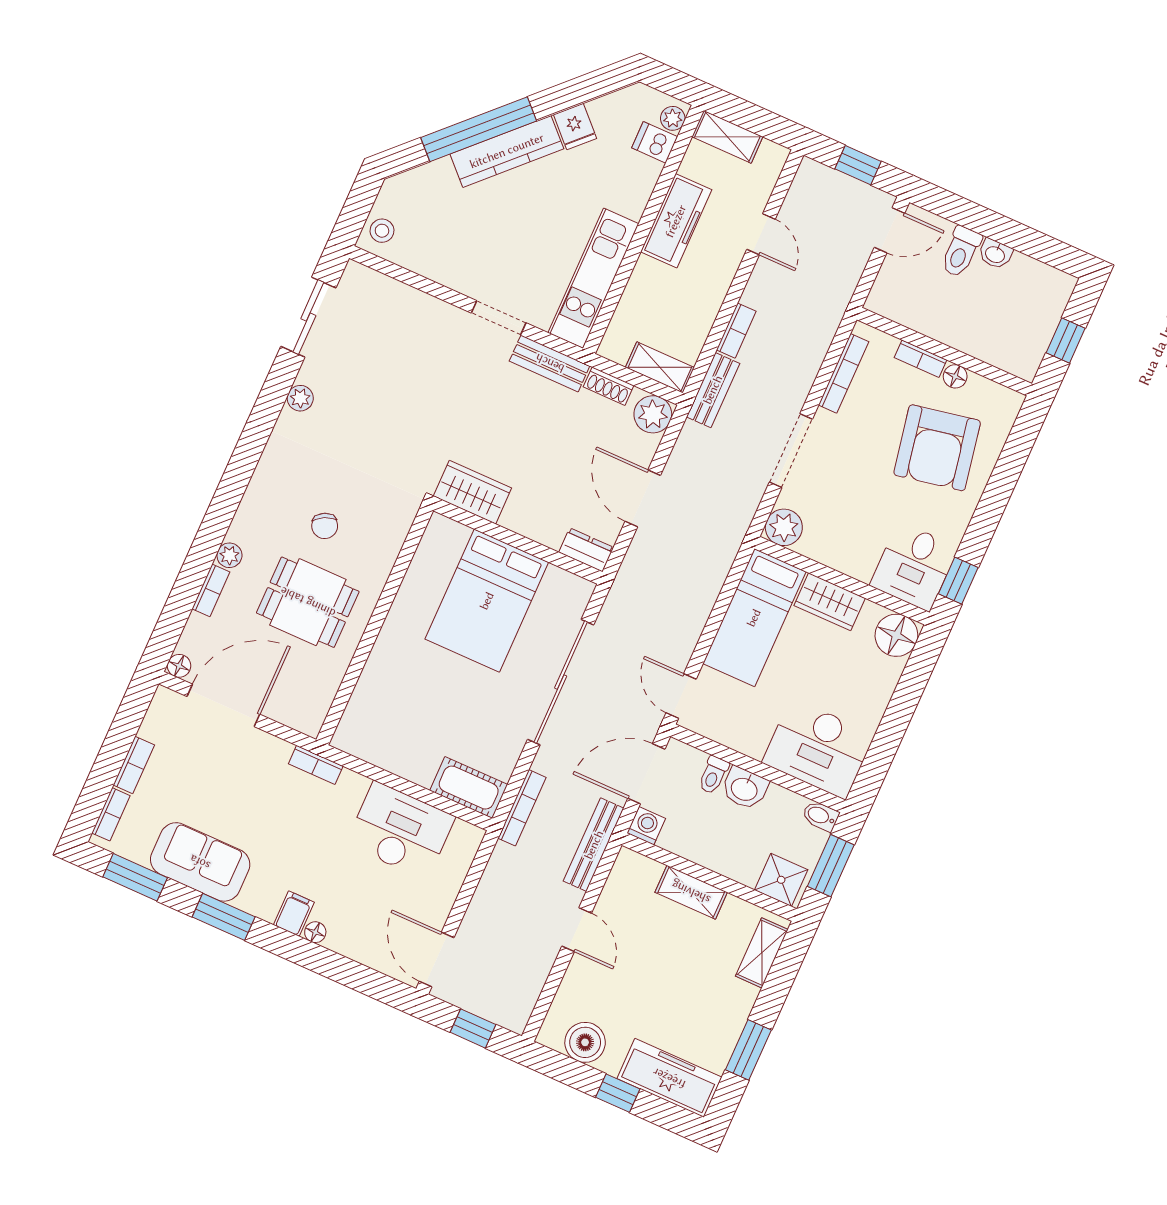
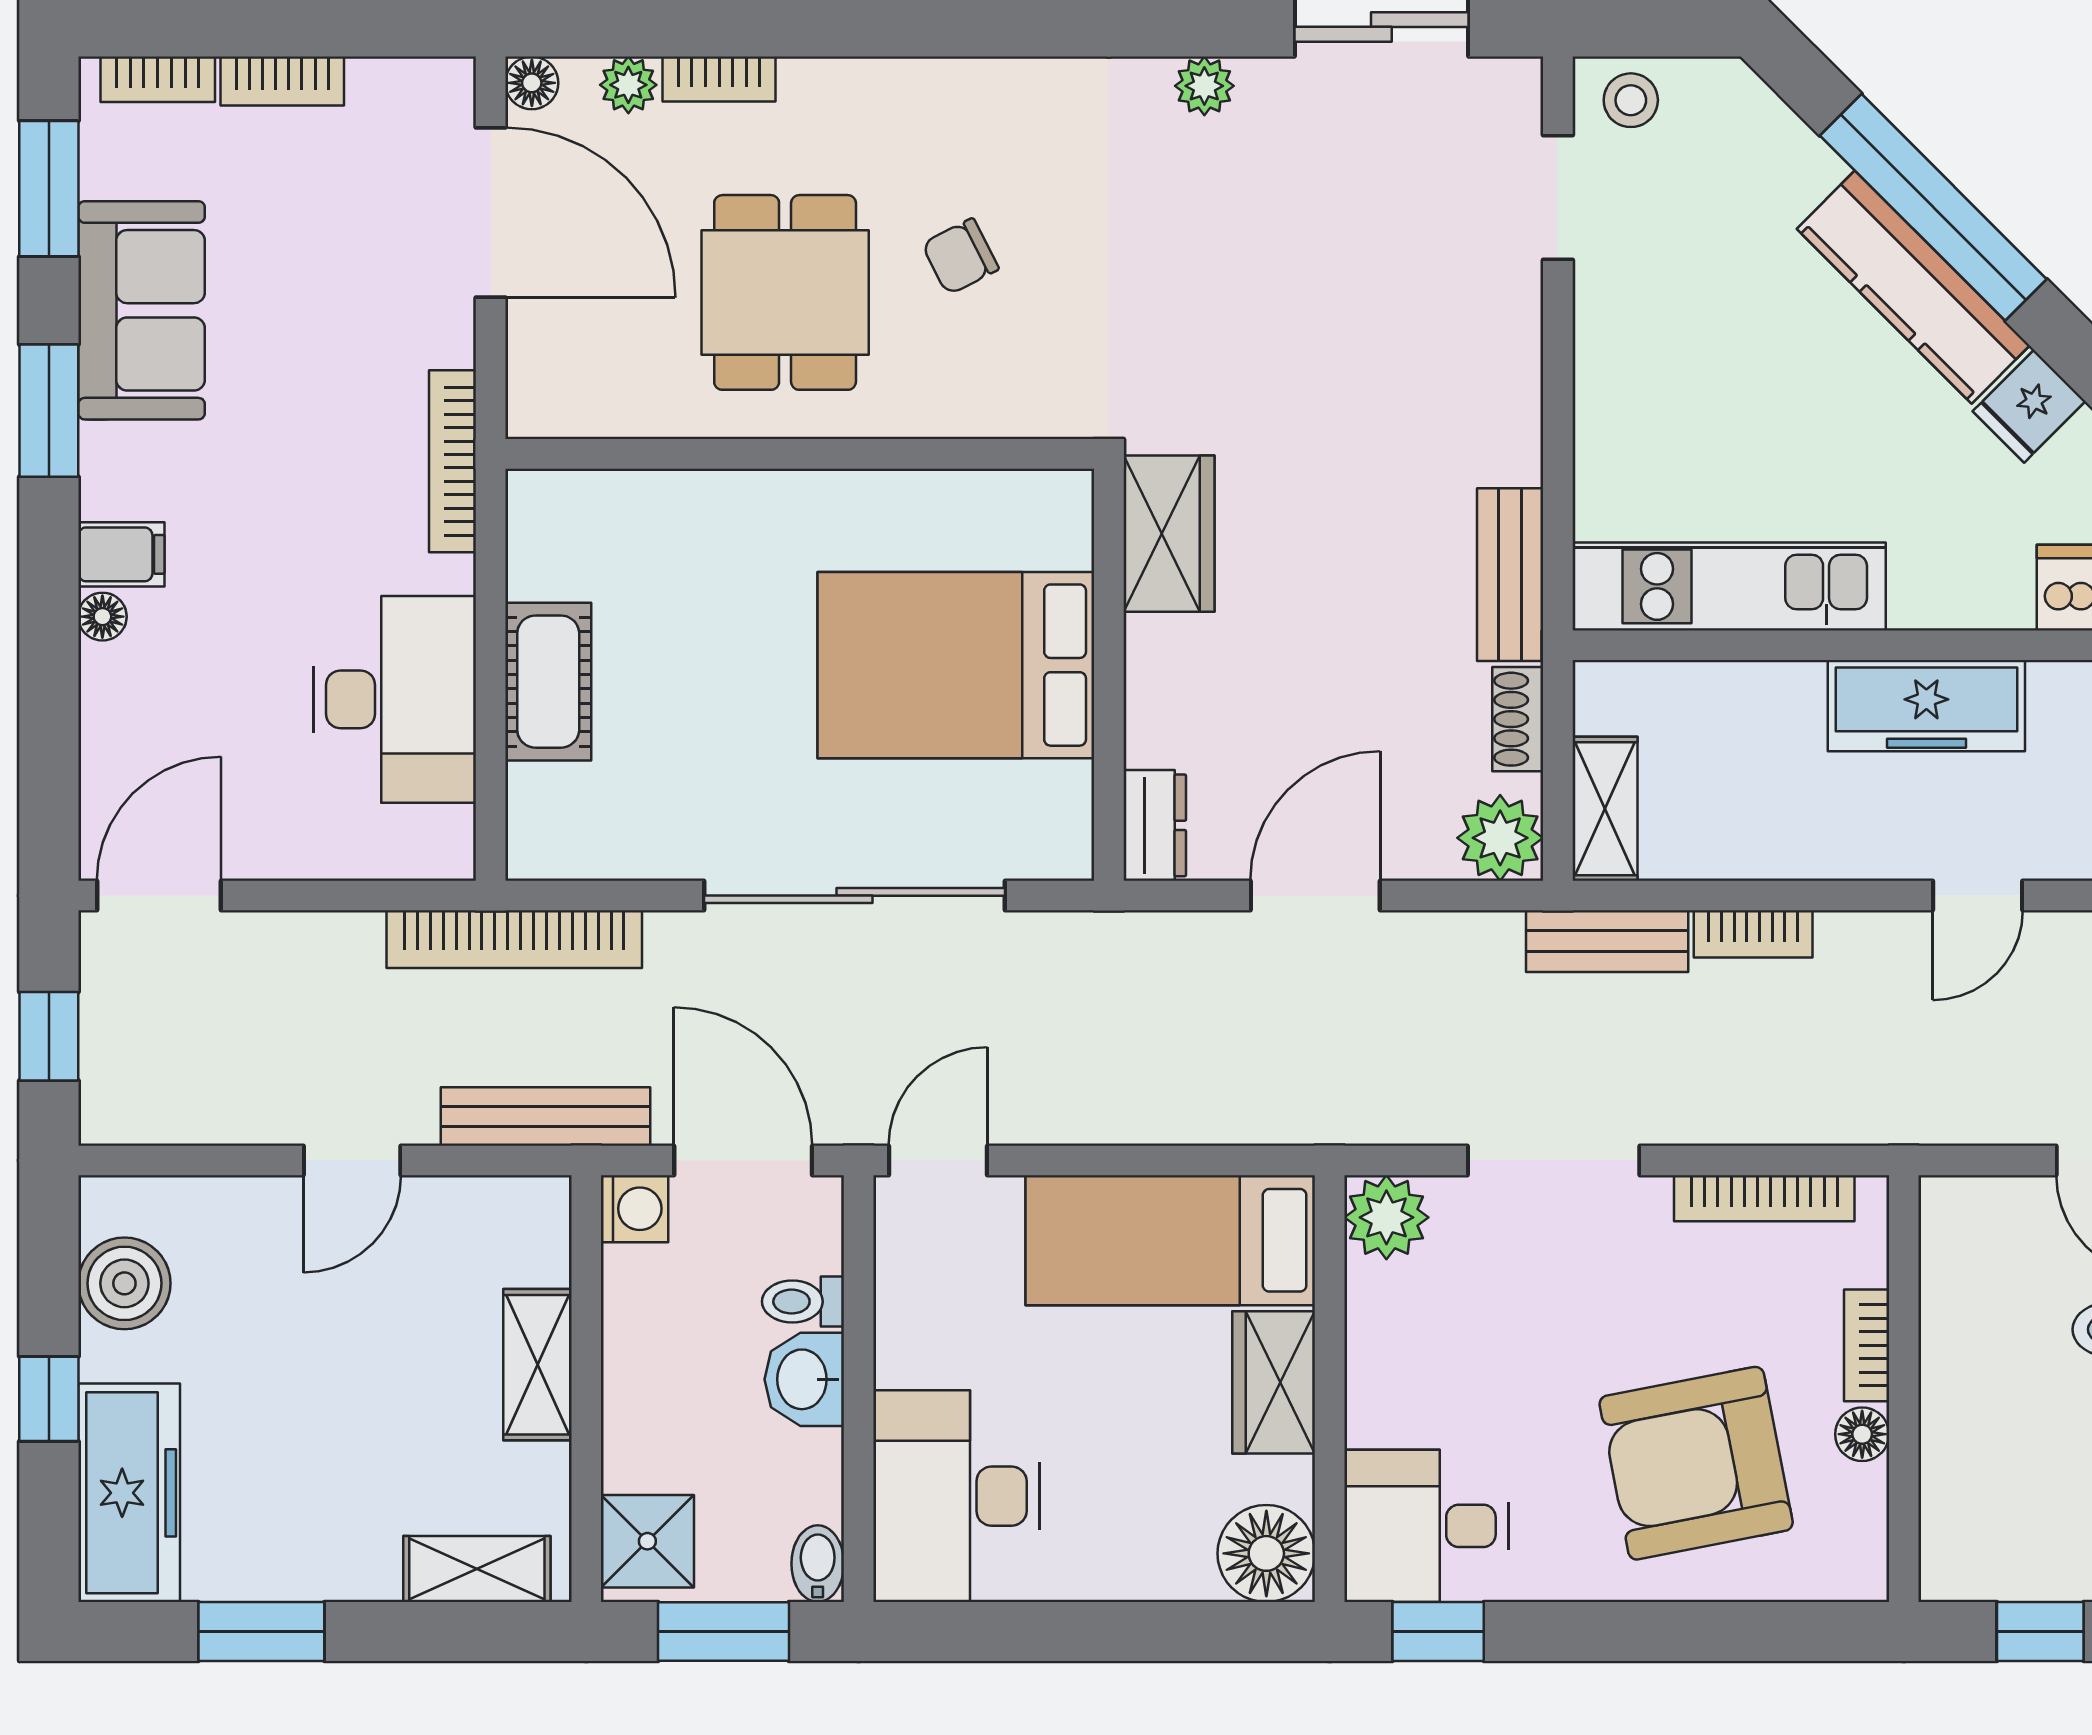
doorway: (499, 318) -> (1558, 198), moved
plant: (229, 555) -> (628, 85), moved
bookcase: (316, 765) -> (452, 461), width x1.56
cot: (469, 788) -> (548, 682), moved
bookcase: (522, 808) -> (514, 939), width x1.48, depth x1.31

